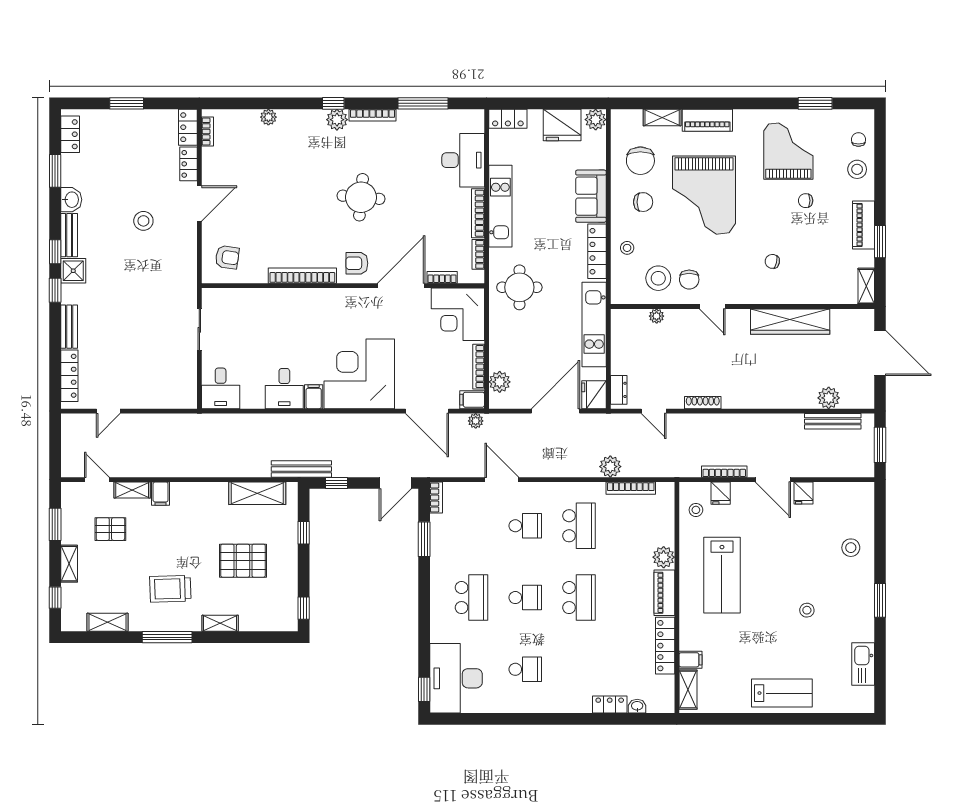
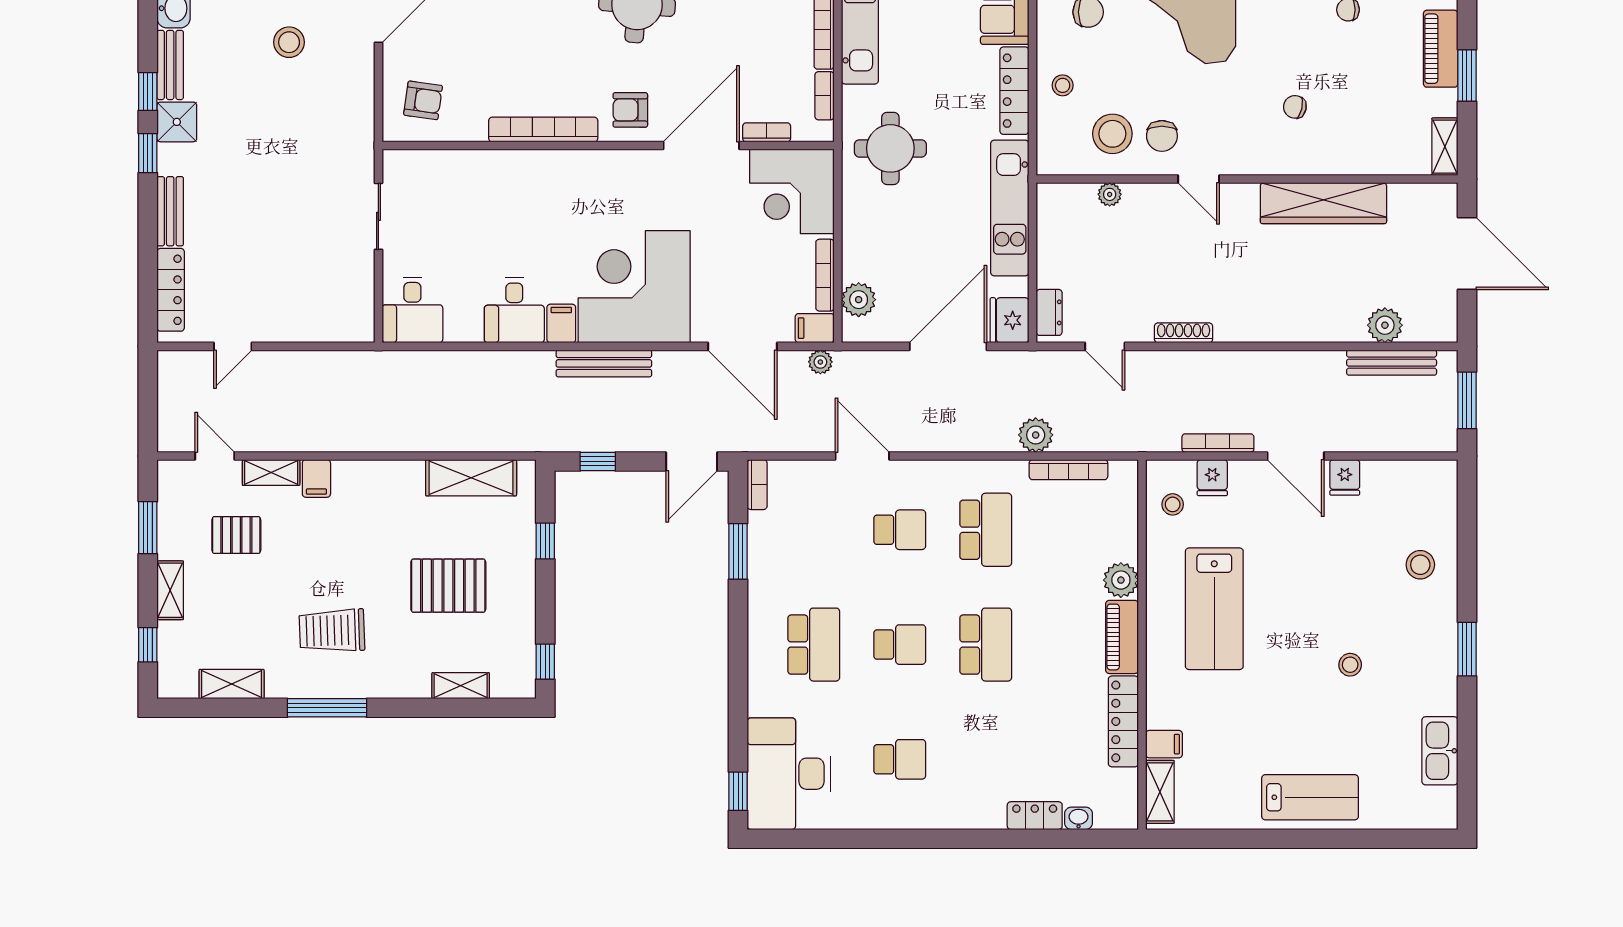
bench: (301, 469) -> (604, 363), moved
shelving: (220, 623) -> (461, 686), moved

